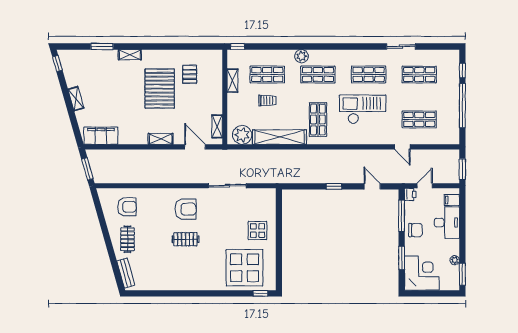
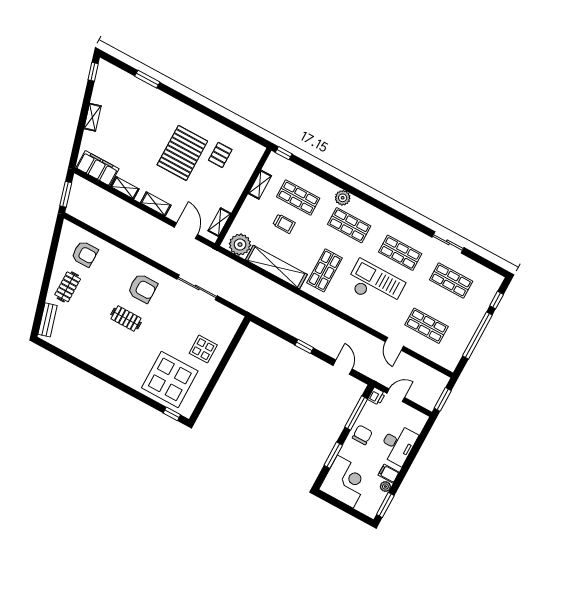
shelving: (130, 55) -> (125, 188), moved
filing cabinet: (452, 200) -> (389, 474), moved
chair: (415, 230) -> (362, 435), turned -90

